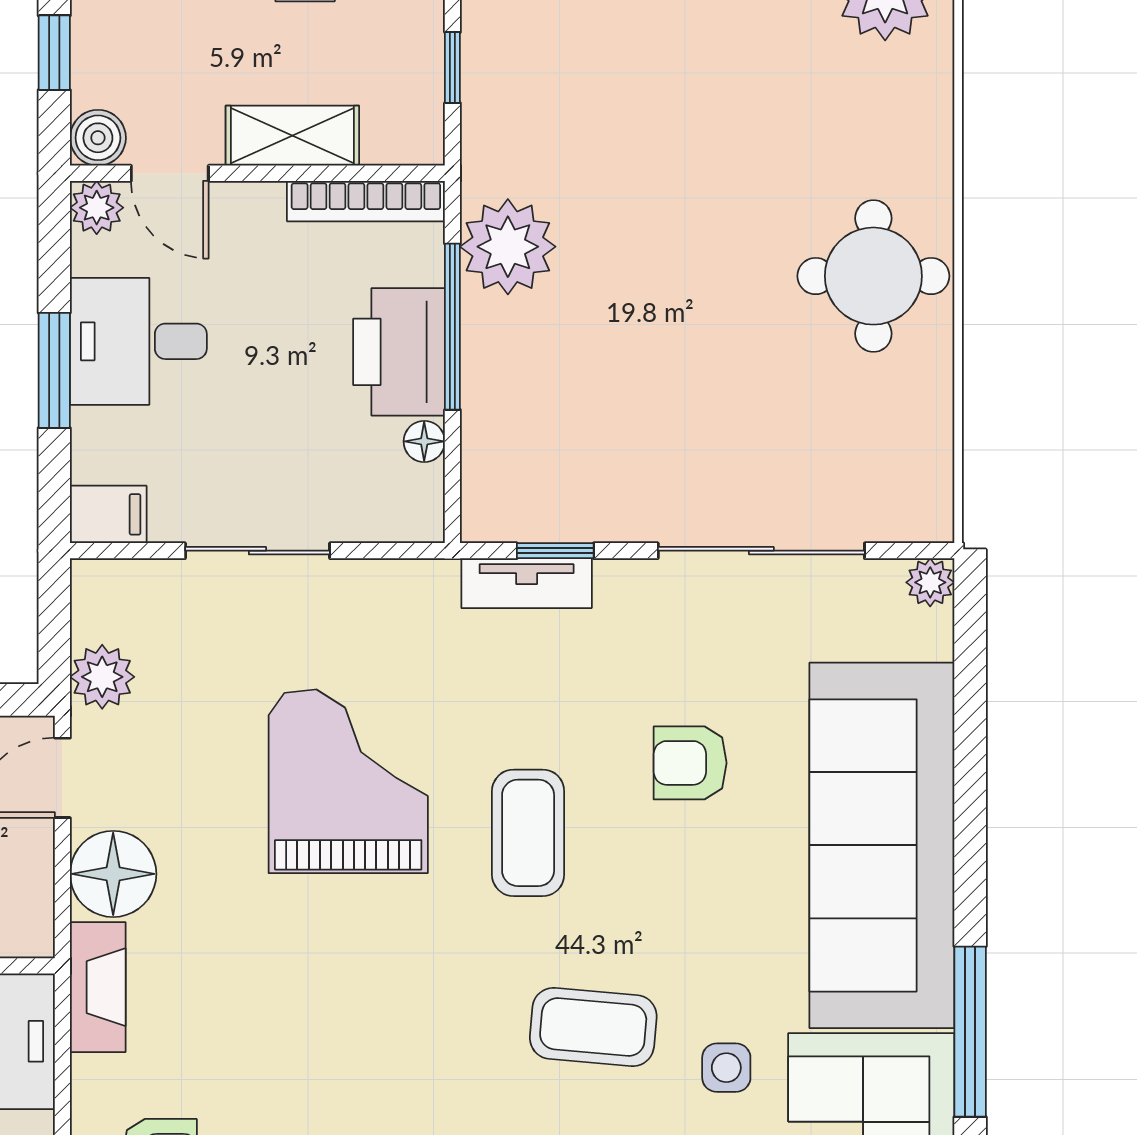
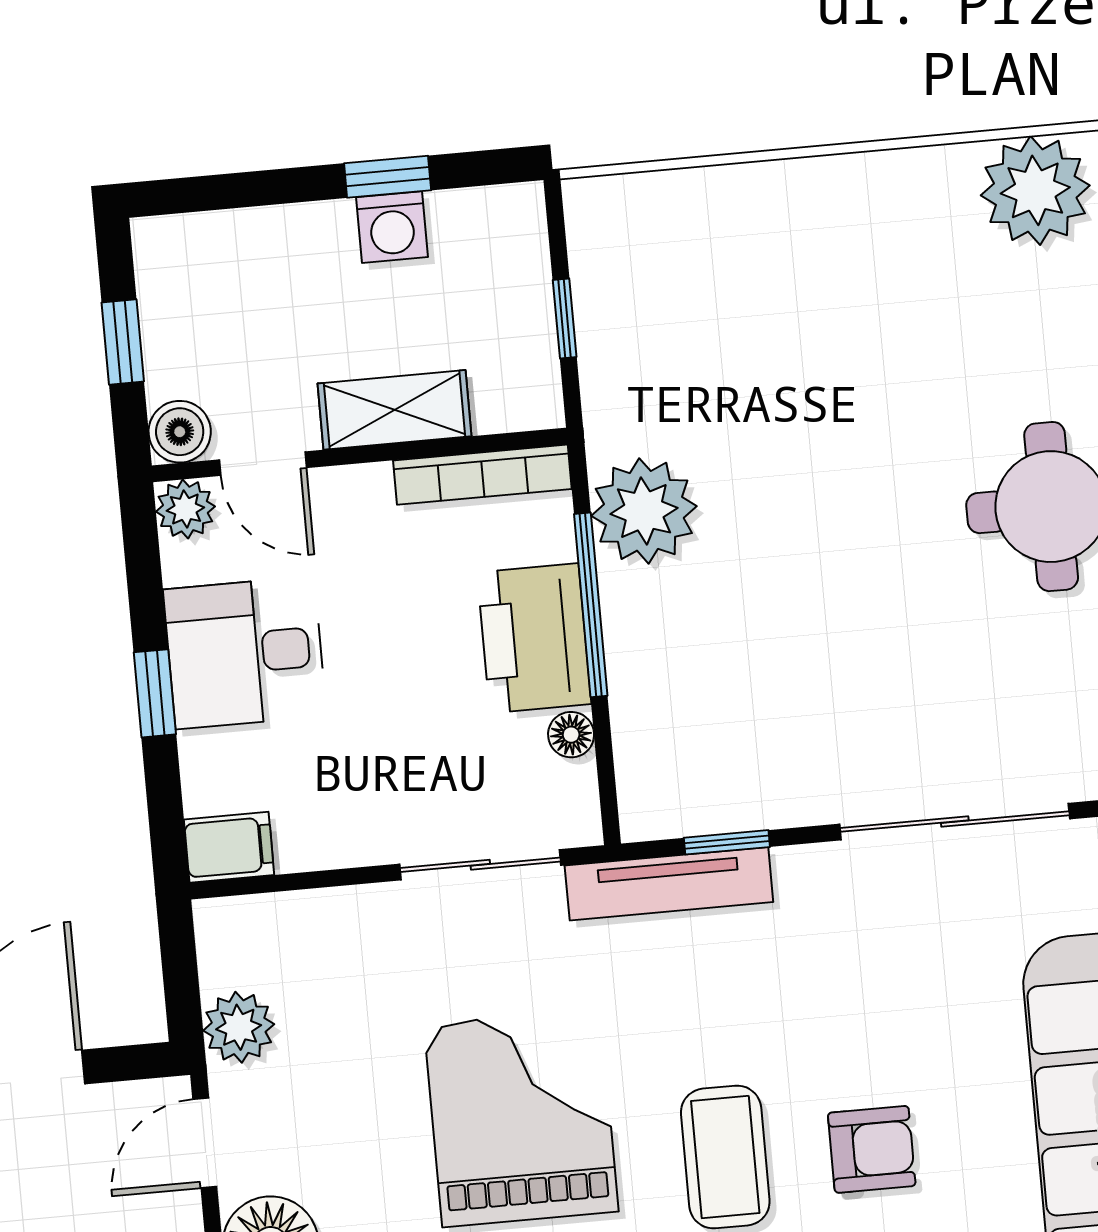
window: (54, 370) -> (155, 693), width x0.67
sliding door: (258, 551) -> (480, 865), moved
tv unit: (527, 583) -> (669, 884), width x1.41
armchair: (690, 763) -> (872, 1149), moved, turned 180

